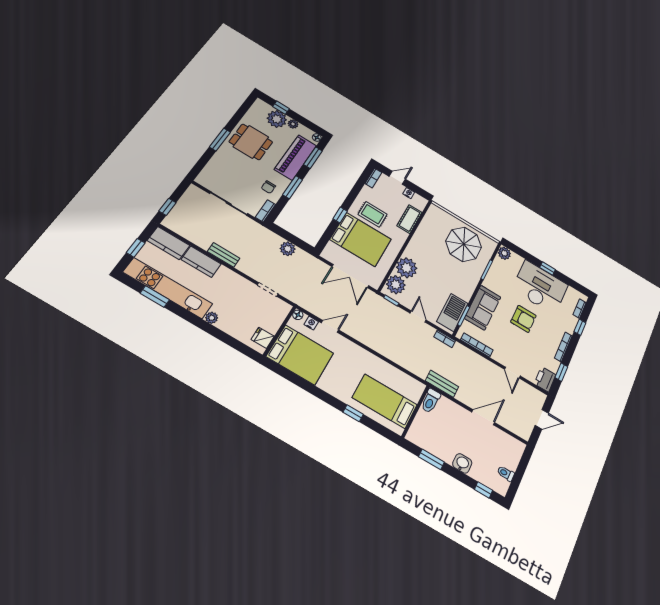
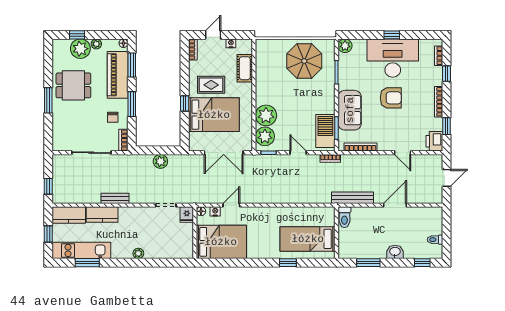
kitchen unit: (168, 288) -> (81, 250), width x0.73
fridge: (263, 338) -> (187, 215), moved, turned -90
bench: (442, 384) -> (352, 198), width x1.36

